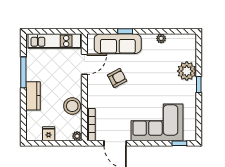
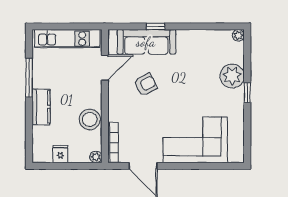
plant: (161, 38) -> (238, 35), moved
window: (179, 143) -> (223, 166), removed

